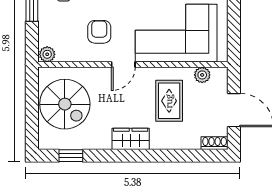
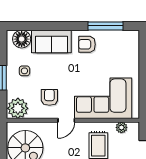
plant: (47, 54) -> (18, 108), width x1.87, depth x1.87

